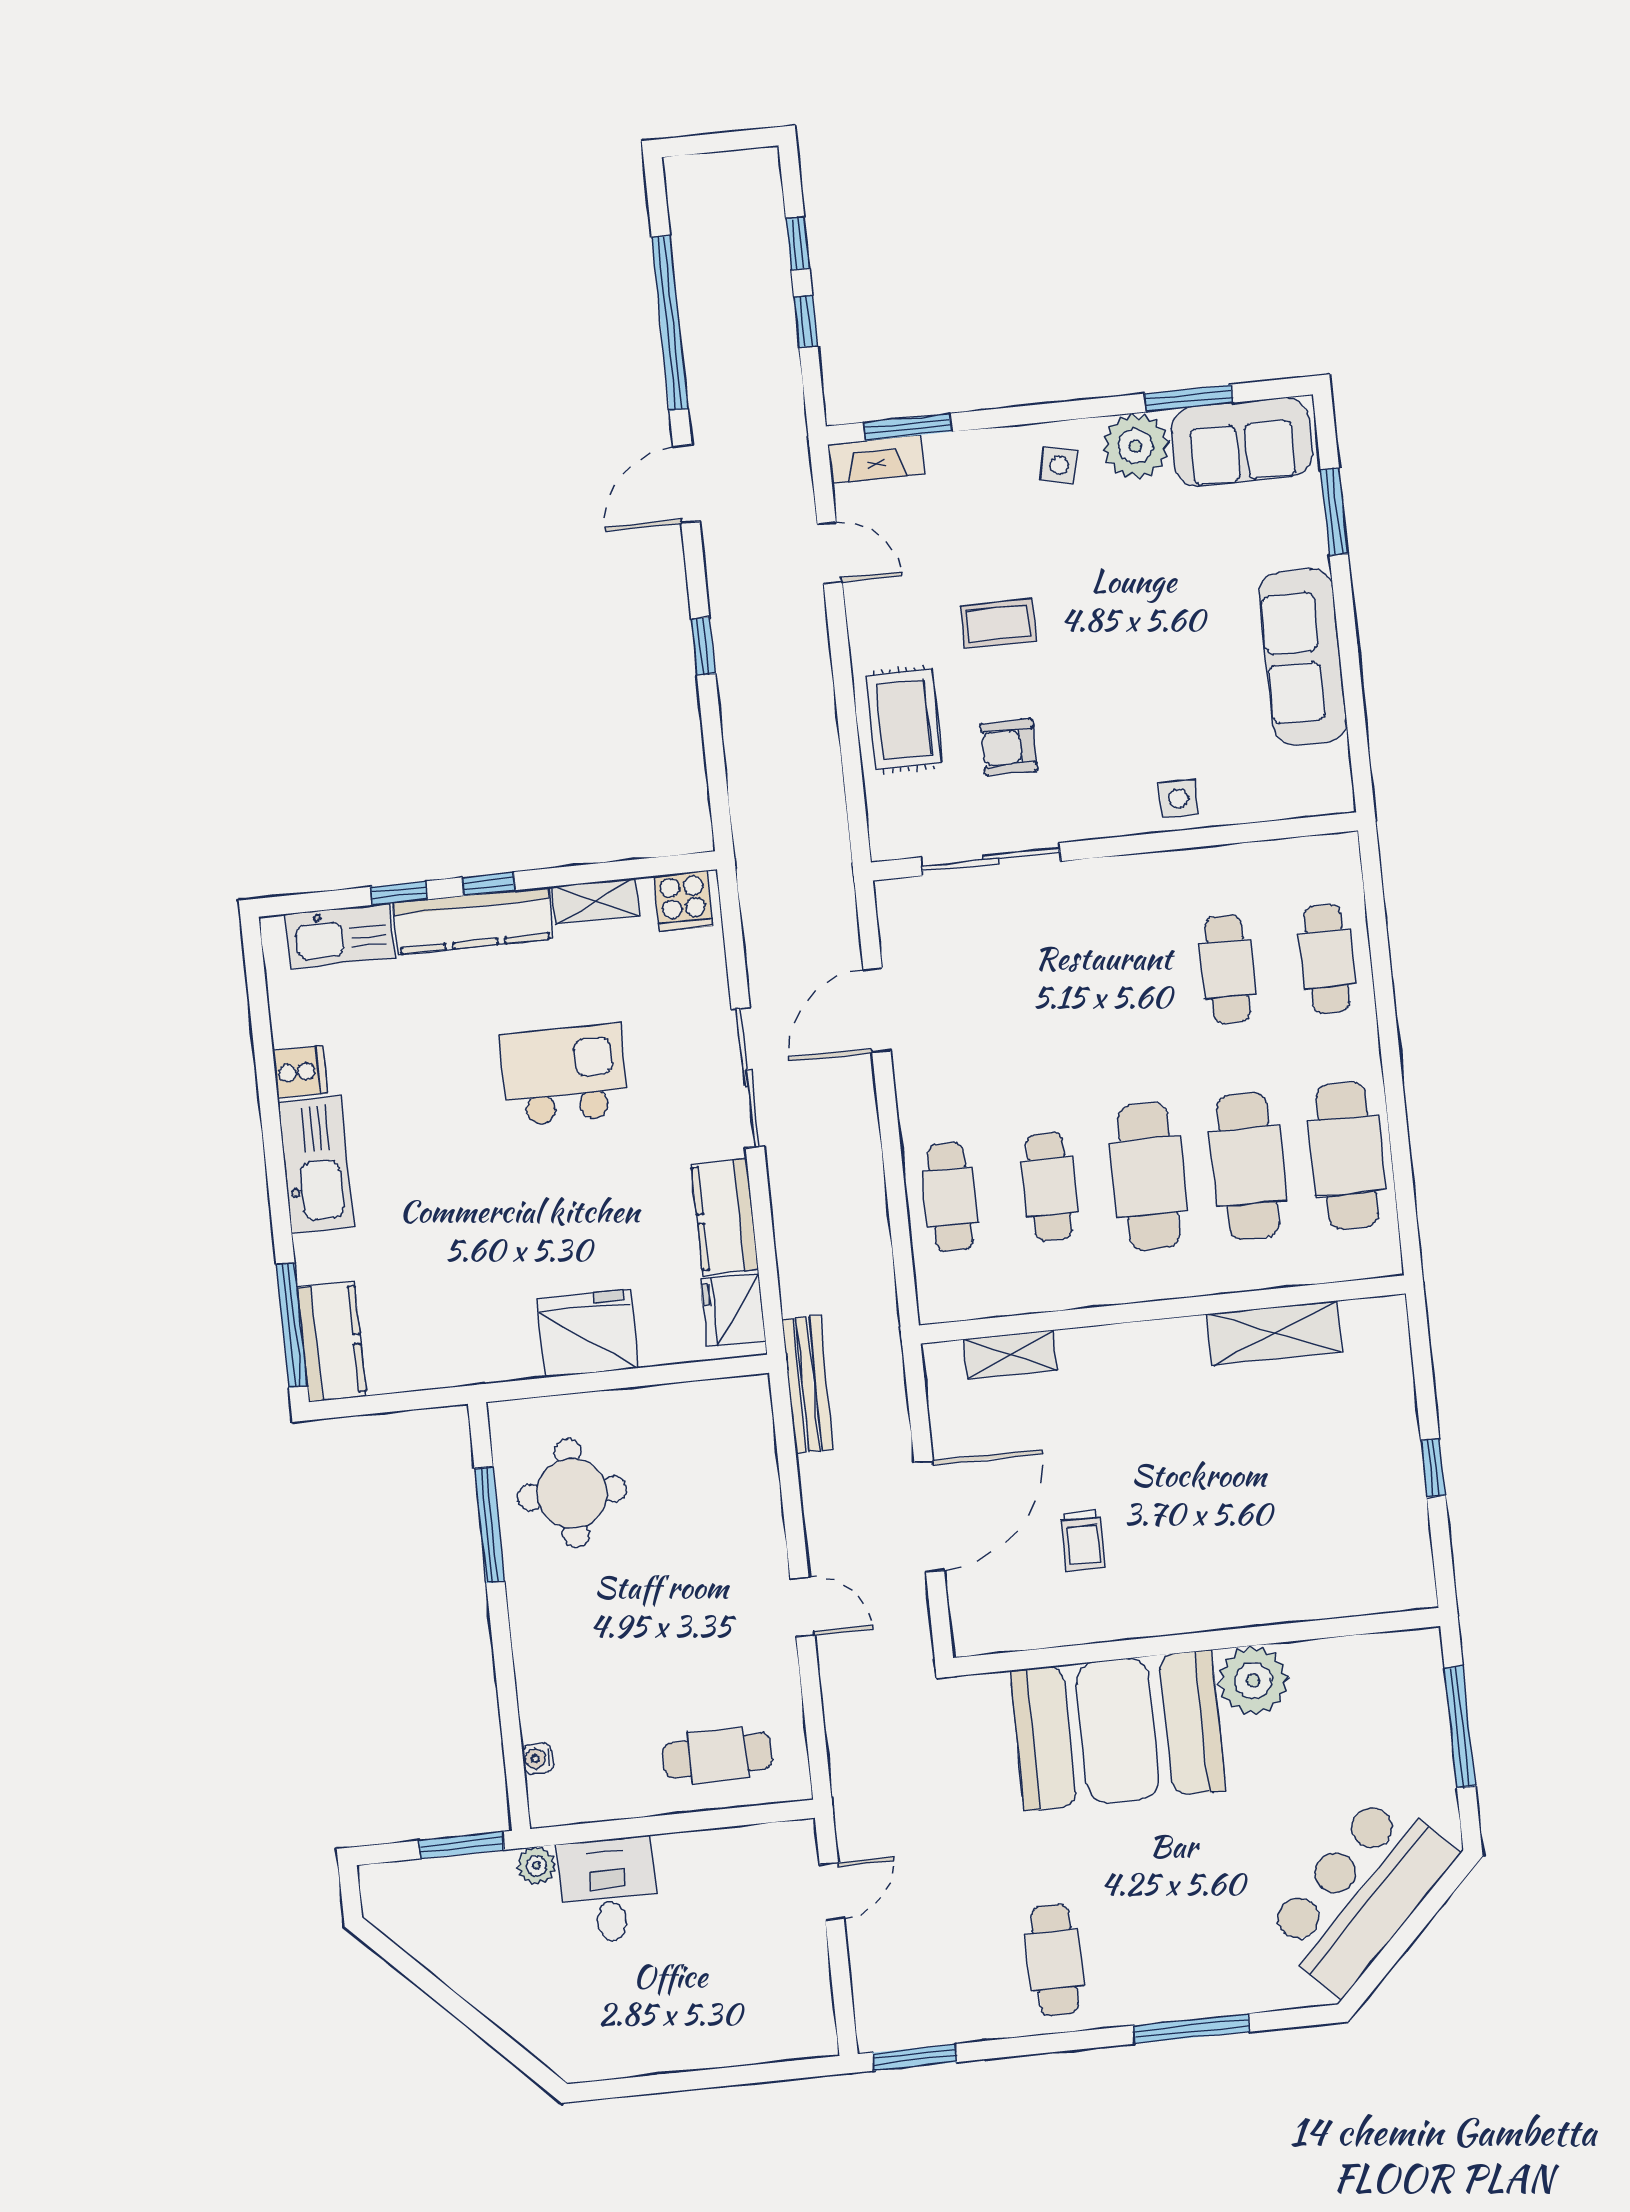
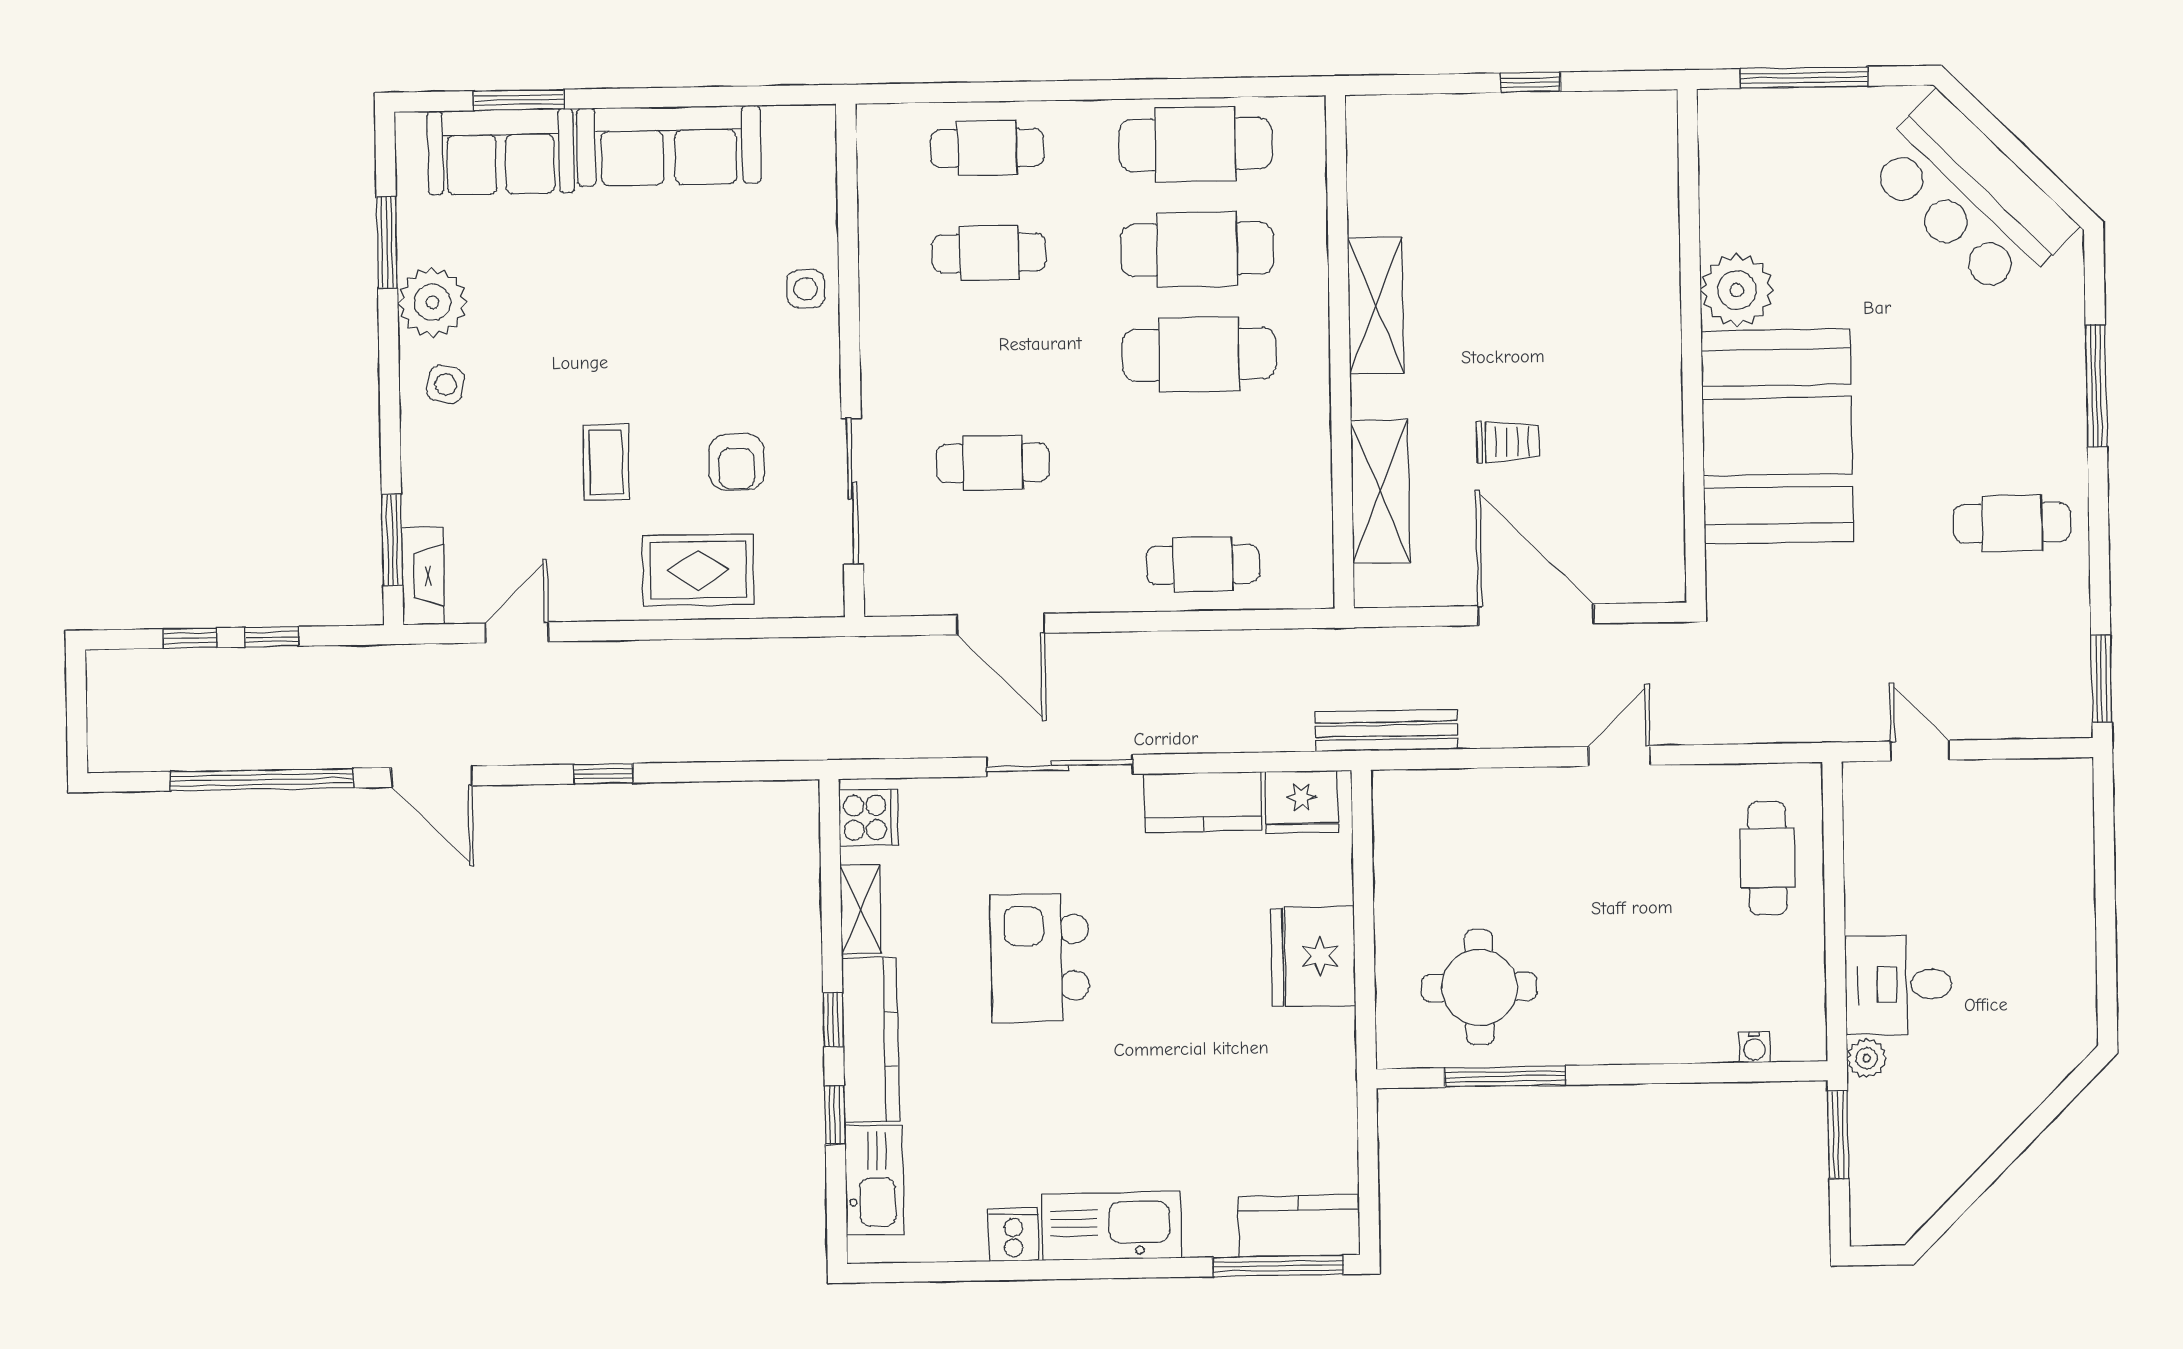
sofa: (1242, 442) -> (501, 152), moved, turned 90
cafe table: (1049, 1187) -> (993, 463), moved
shelving: (1274, 1333) -> (1376, 305), moved
shelving: (1010, 1355) -> (1380, 491), width x1.50, depth x1.33
trolley: (1083, 1540) -> (1508, 442), moved

